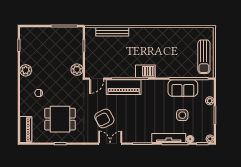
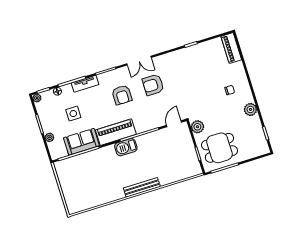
bench: (112, 32) -> (142, 187), moved
sun lounger: (204, 57) -> (70, 181), removed
piano: (124, 87) -> (116, 132), moved
armchair: (104, 118) -> (153, 85), turned -152
armchair: (135, 118) -> (122, 95), added
dining table: (60, 119) -> (219, 148), moved
tv unit: (169, 138) -> (85, 84), width x0.71

